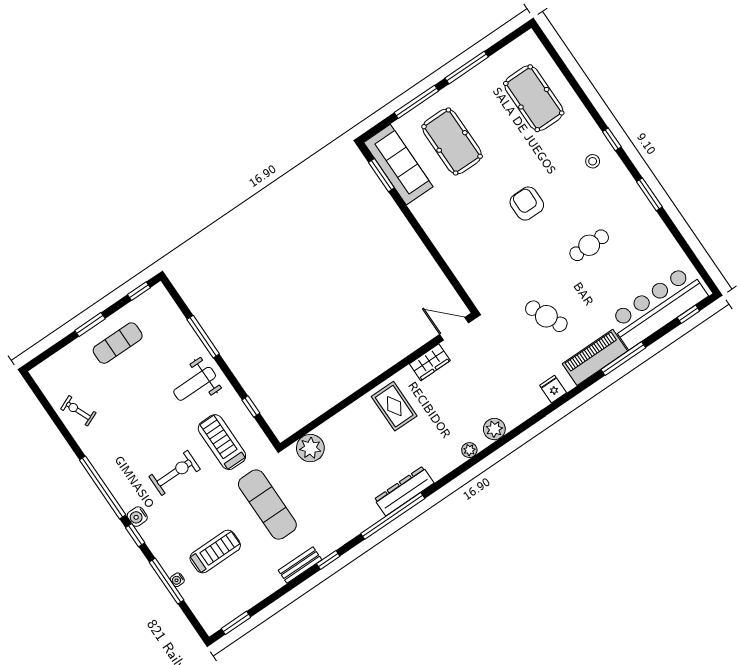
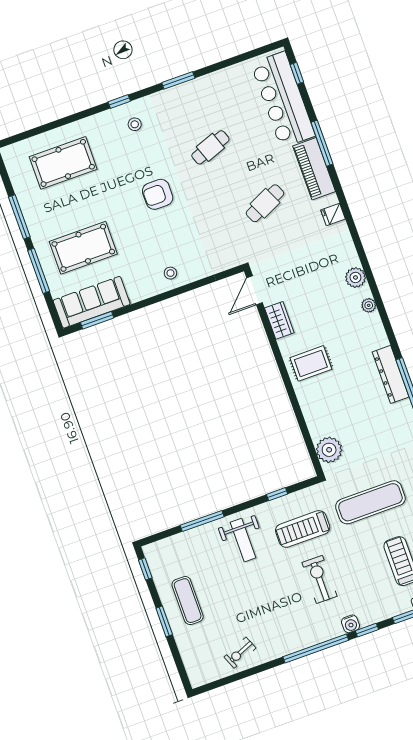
stool: (449, 238) -> (170, 273), added
cafe table: (589, 245) -> (210, 147), turned 70

